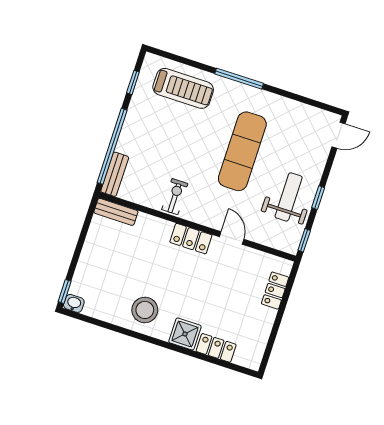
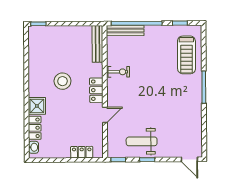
exercise mat: (242, 151) -> (160, 104), removed
bench: (115, 174) -> (125, 30), width x1.36
weight bench: (289, 197) -> (142, 141), turned 180
bench: (116, 212) -> (97, 44), width x1.36
washbasin: (74, 303) -> (34, 147), moved
stool: (145, 310) -> (62, 81), moved

